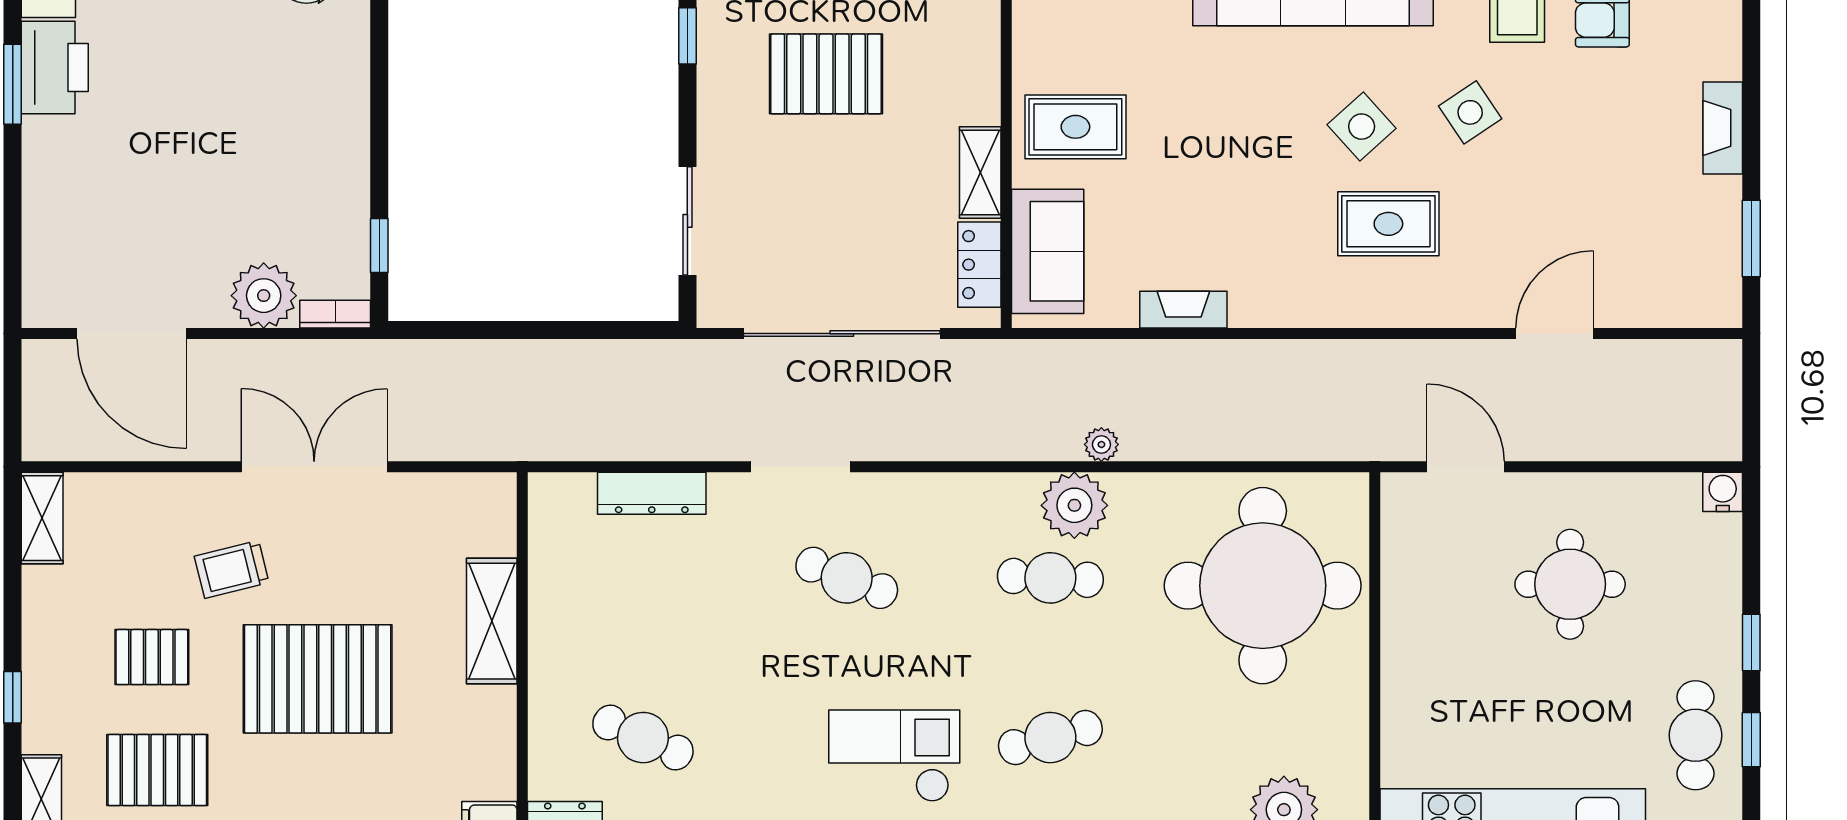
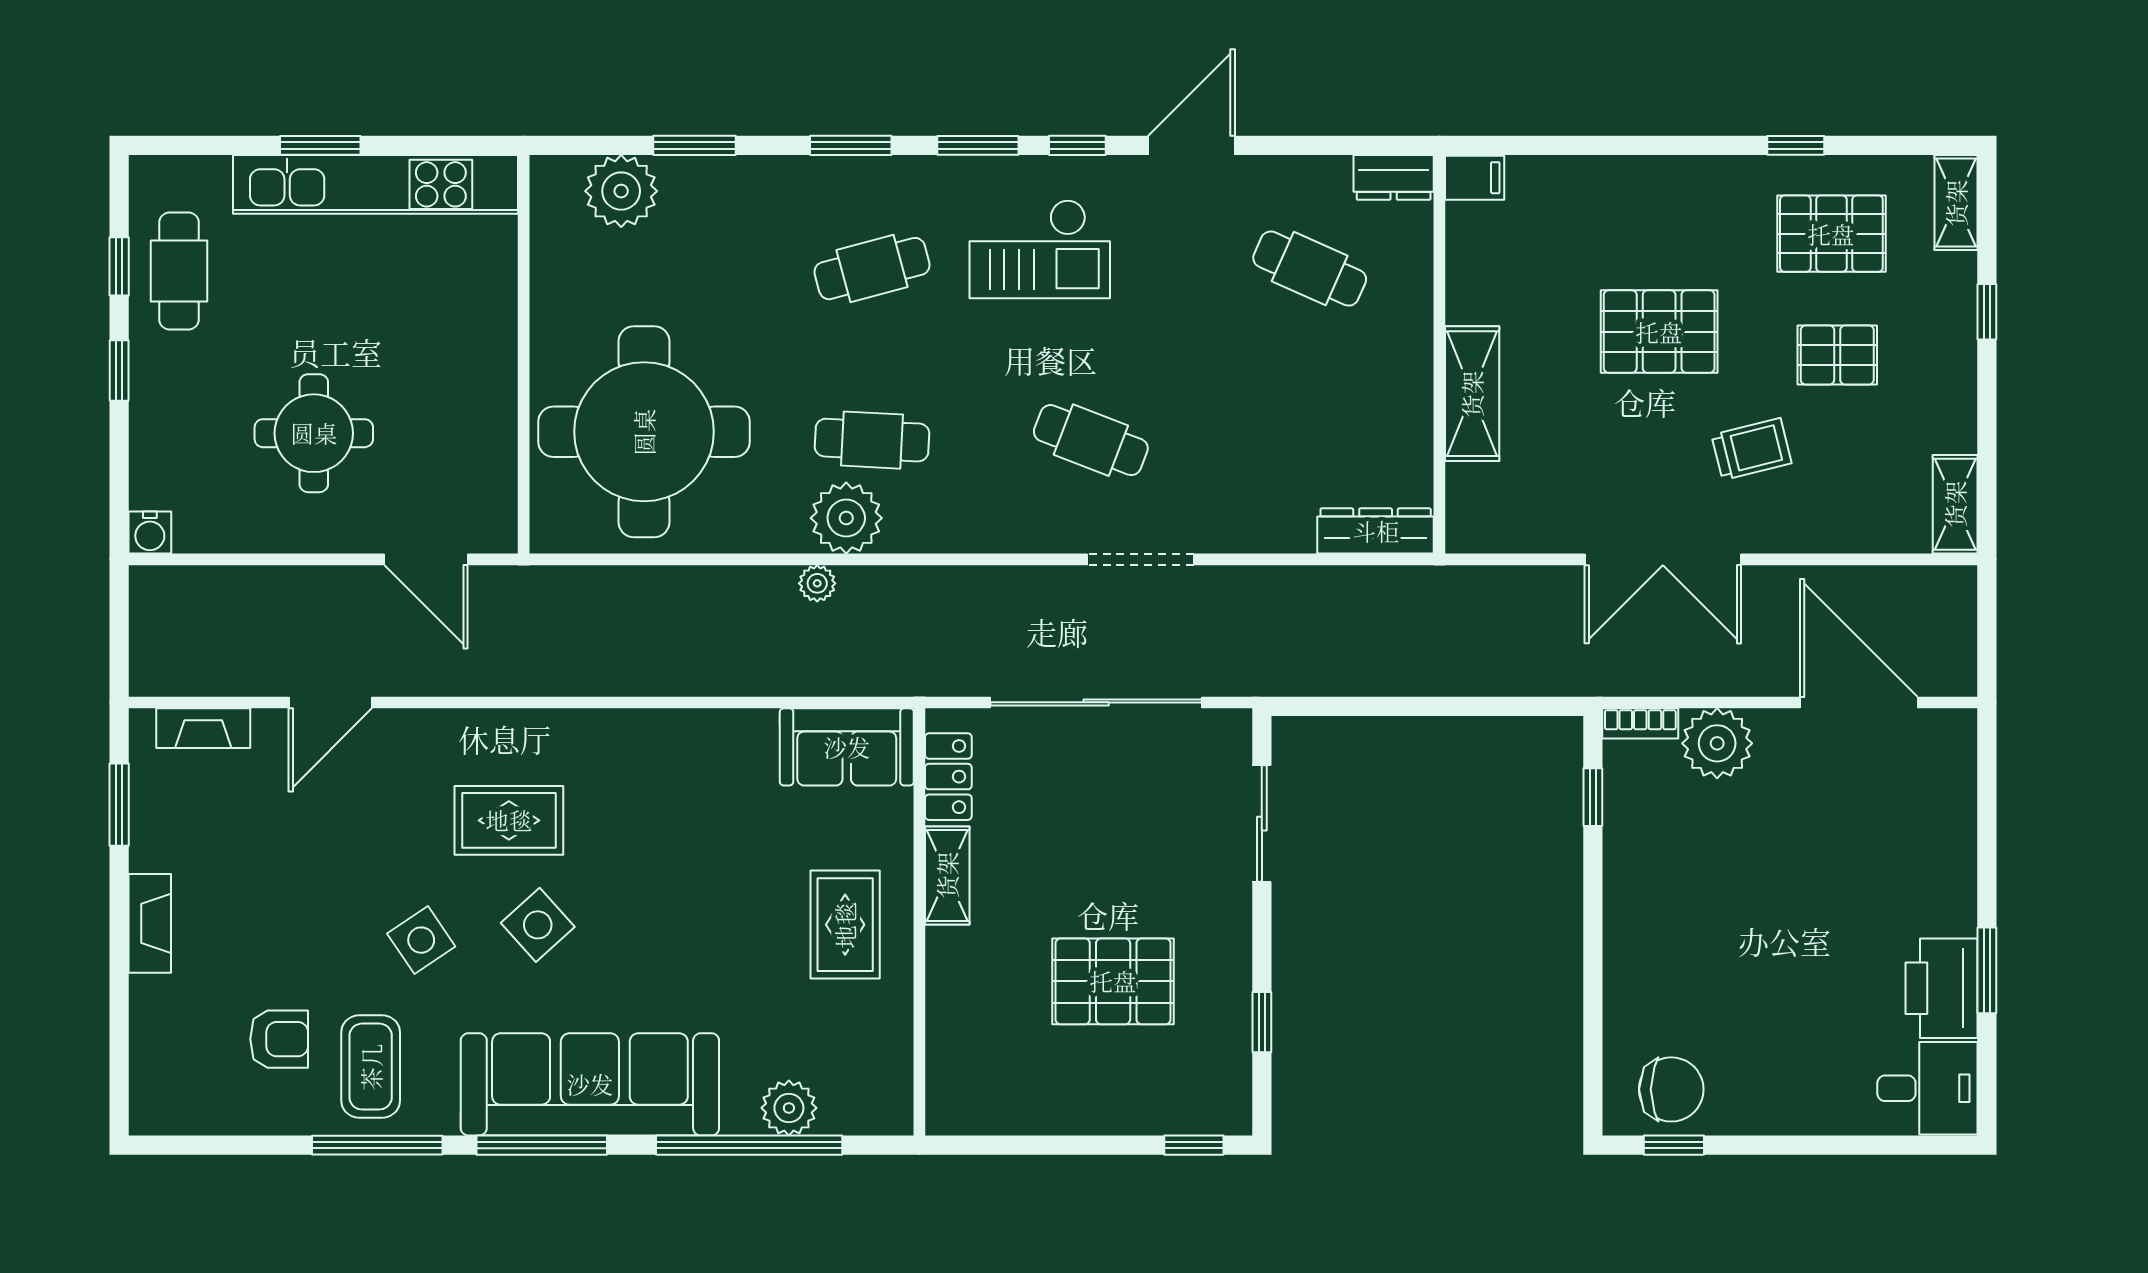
rug: (1075, 127) -> (845, 925), turned 90
sofa: (1048, 251) -> (847, 747), moved, turned -90
fireplace: (1183, 310) -> (203, 728), moved
dresser: (652, 493) -> (1376, 531), moved
pallet: (318, 679) -> (1659, 332), width x0.73, depth x0.71

